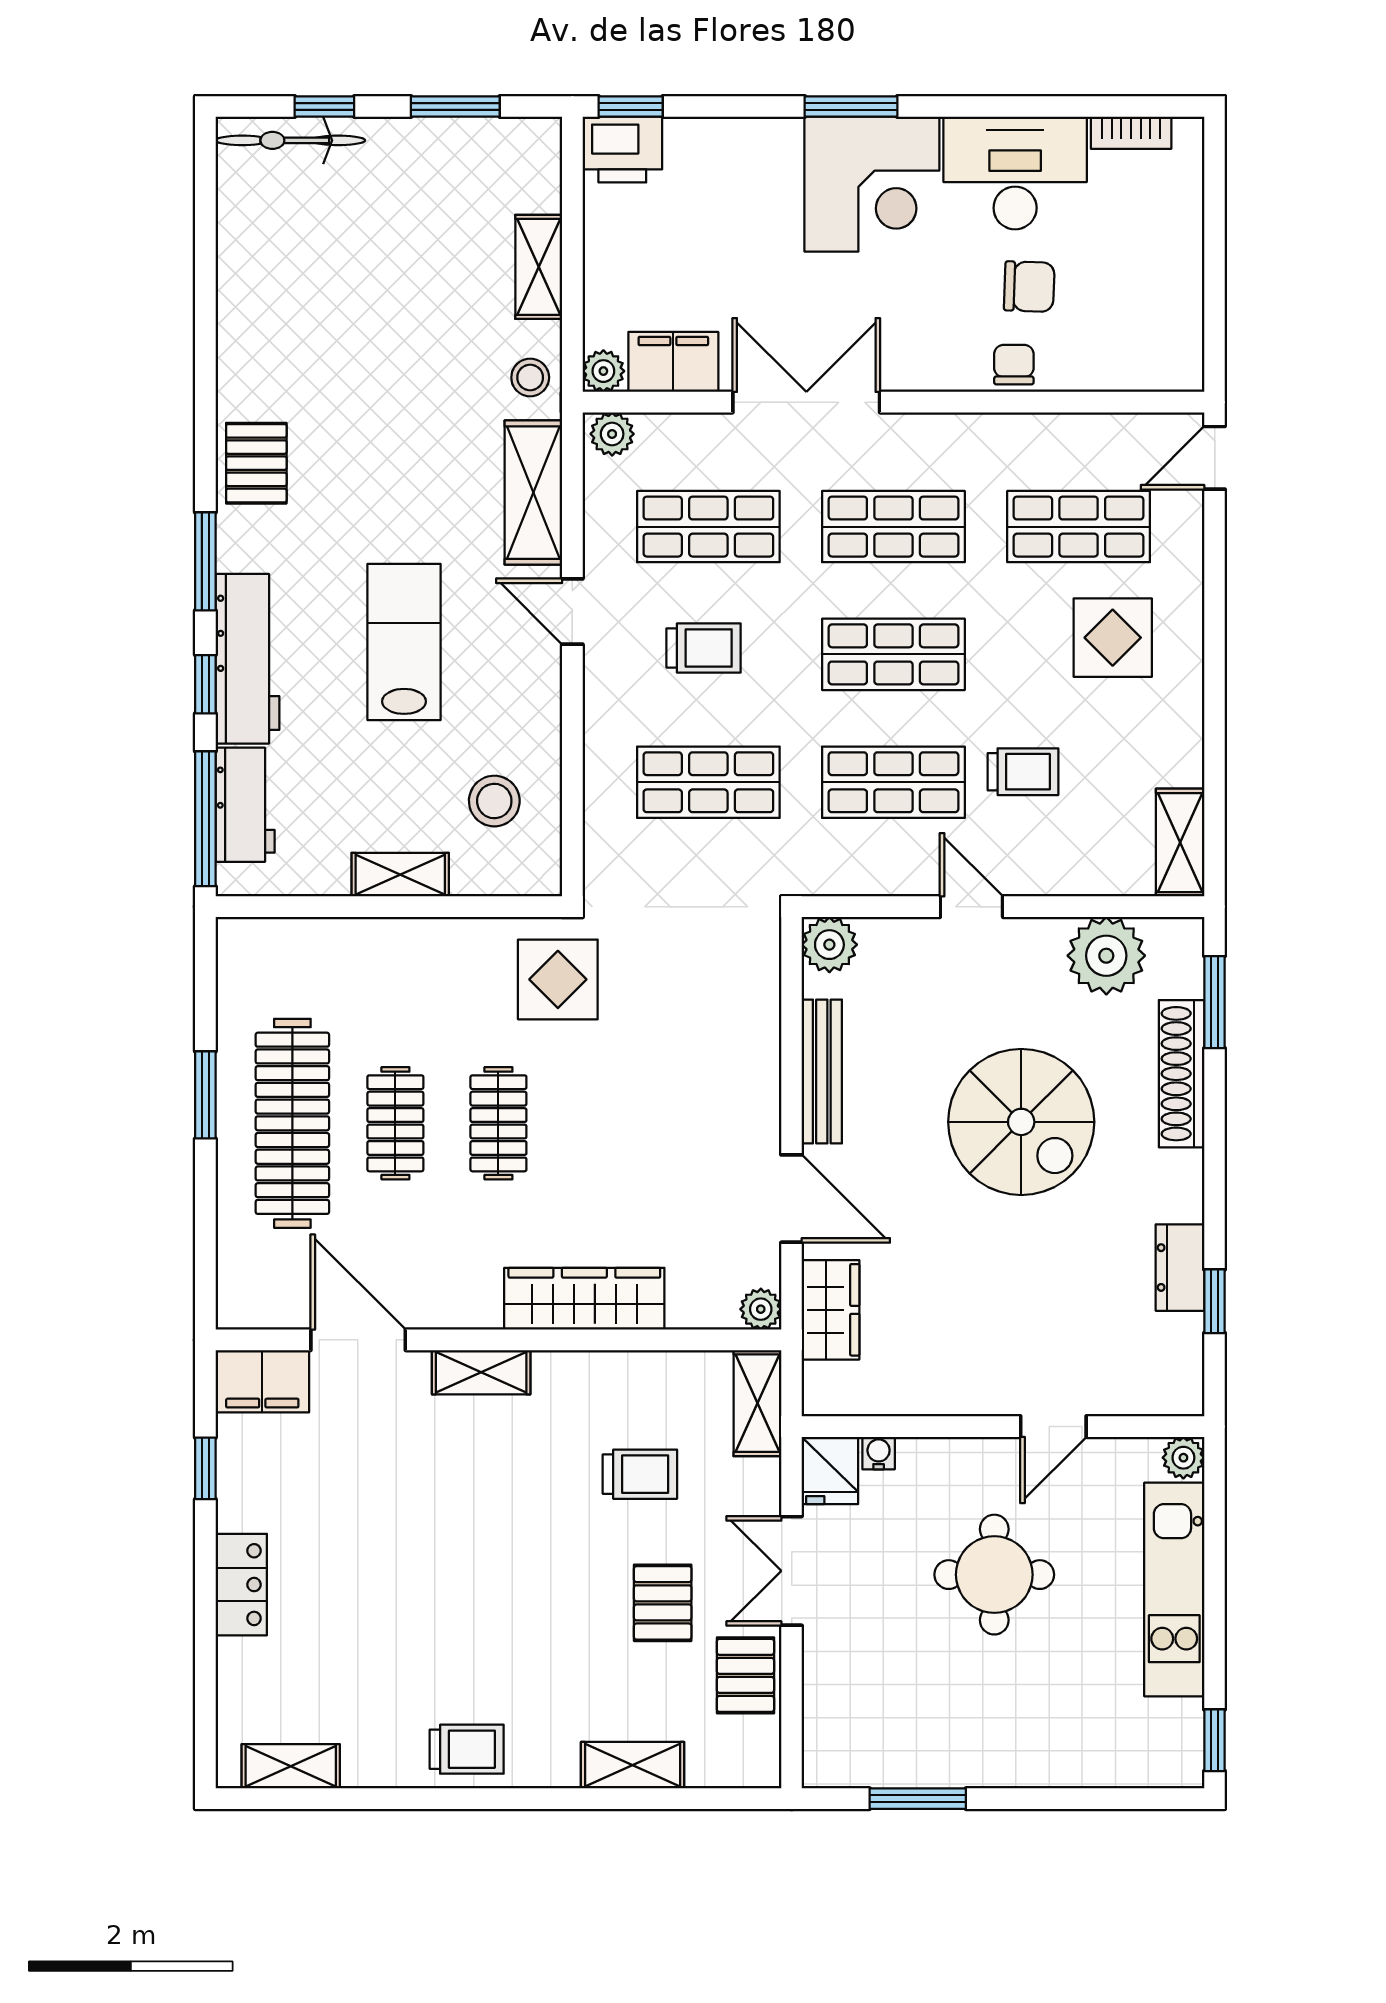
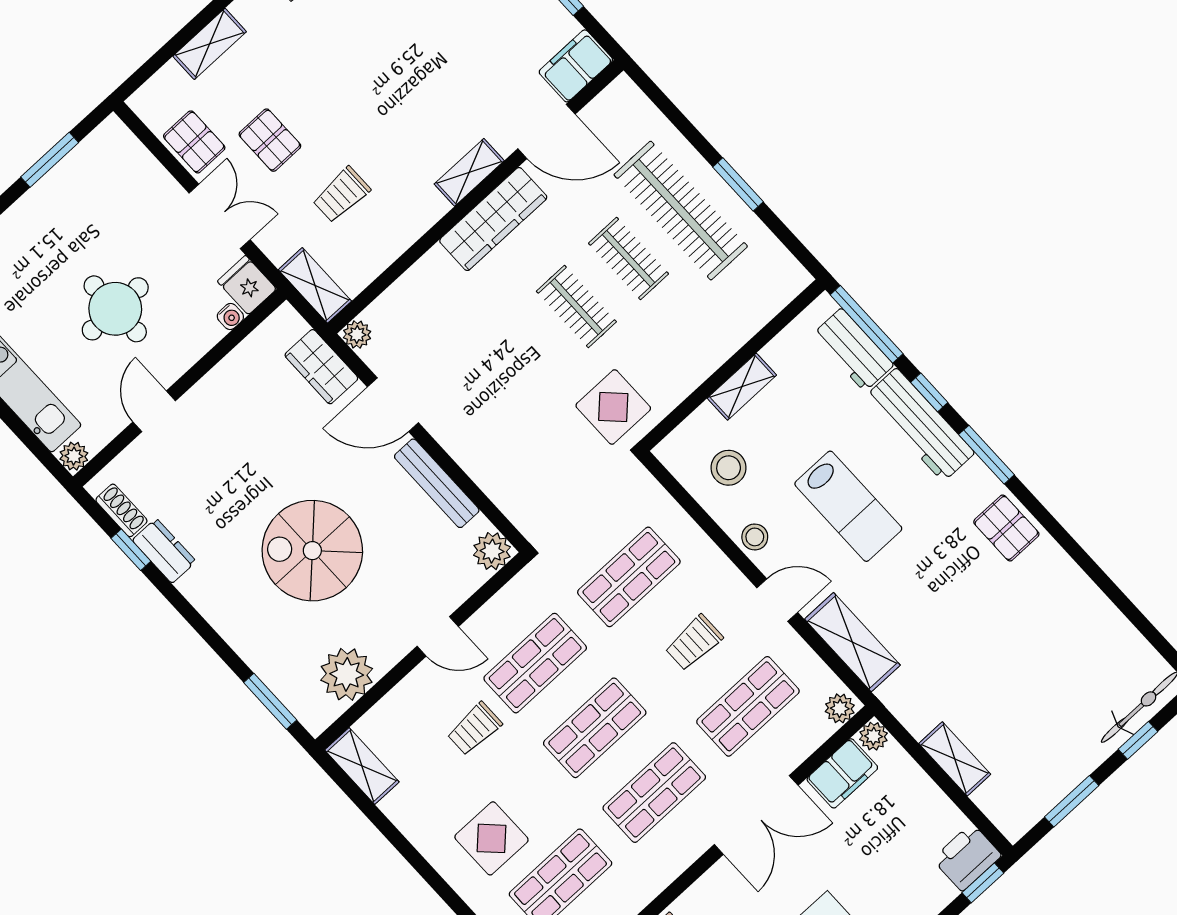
stool: (530, 377) -> (755, 537), moved
shoe rack: (1182, 1074) -> (121, 510), moved, width x0.51, depth x0.81
wardrobe: (584, 1299) -> (493, 219), moved

